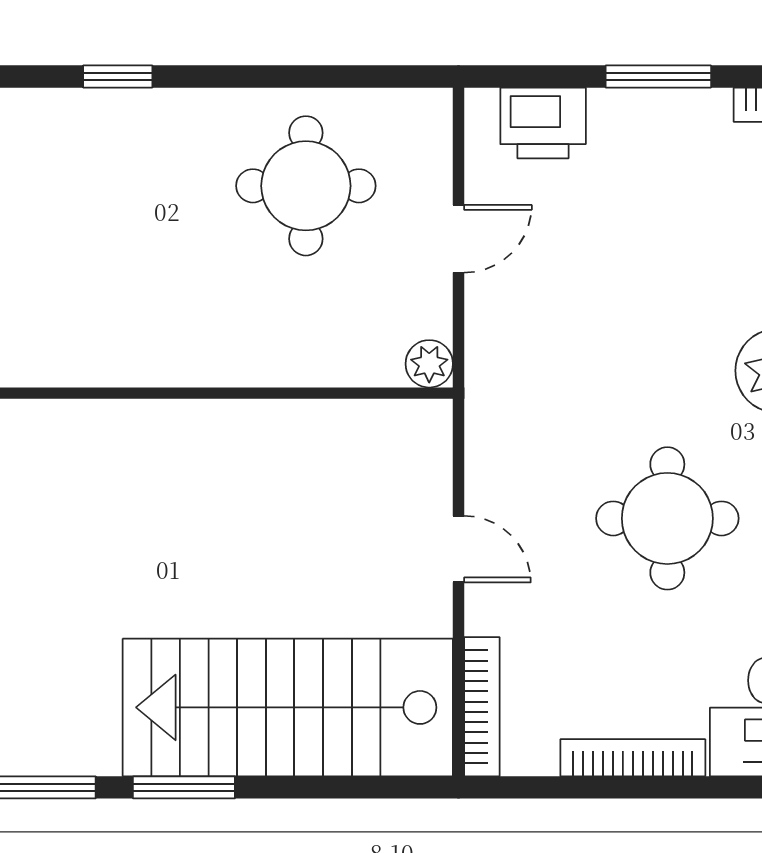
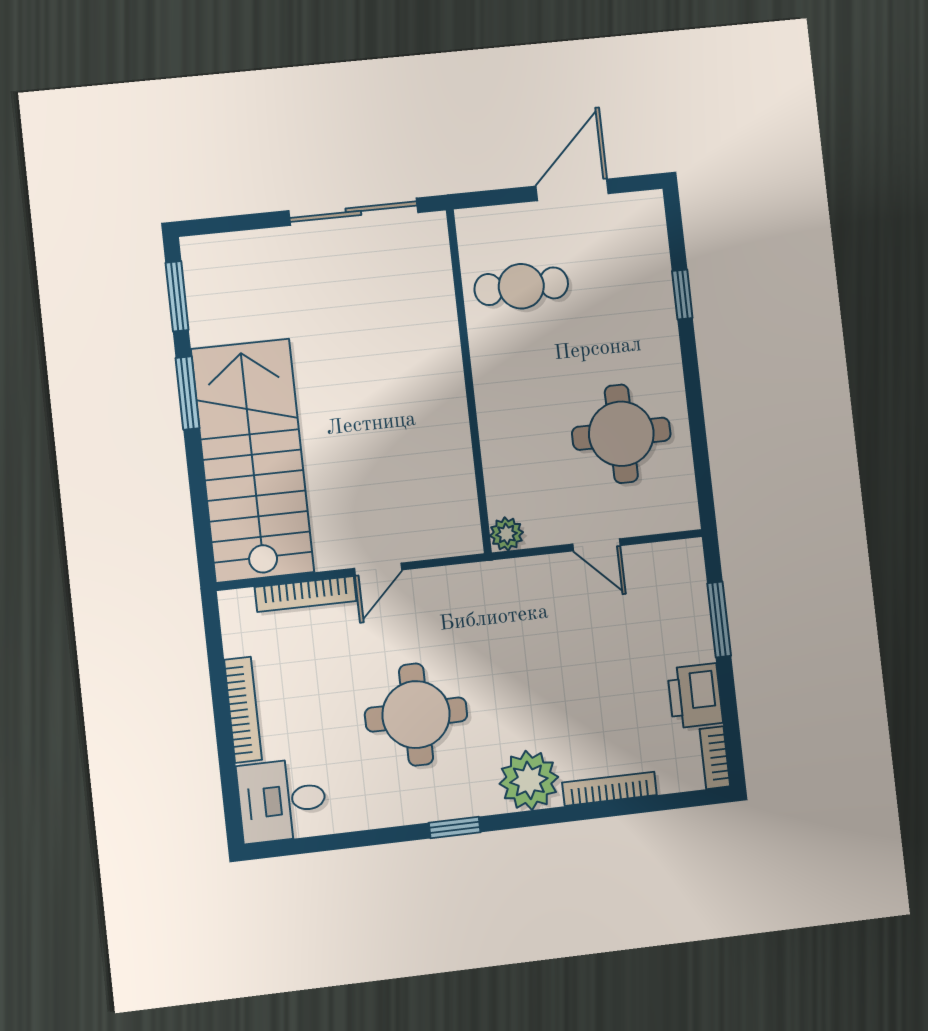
window: (658, 76) -> (719, 619), moved
printer: (543, 123) -> (695, 696), moved
cafe table: (82, 304) -> (521, 286), added
bookcase: (482, 707) -> (306, 594), moved

